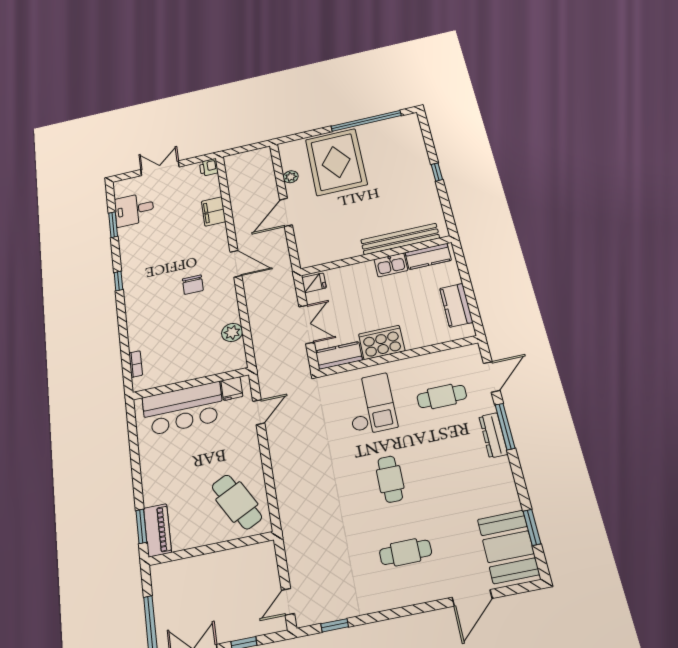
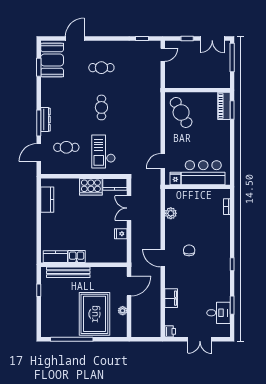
bench: (400, 239) -> (68, 272), moved
wall: (375, 256) -> (84, 265), moved
kitchen counter: (428, 256) -> (55, 257), moved
kitchen sink: (391, 265) -> (77, 256), moved

